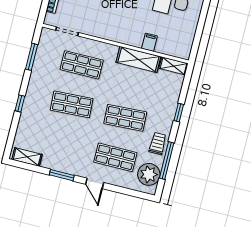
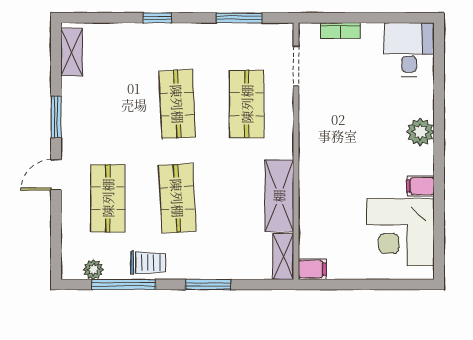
filing cabinet: (149, 42) -> (312, 269), moved
window: (179, 113) -> (208, 284), width x1.50
plant: (149, 174) -> (93, 270), width x0.53, depth x0.53

